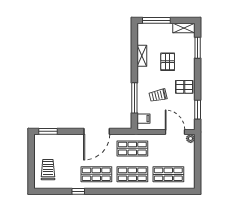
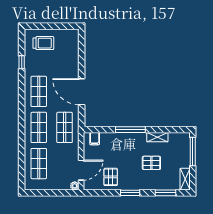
pallet: (184, 87) -> (111, 177), moved
trolley: (158, 95) -> (118, 153), removed
window: (134, 98) -> (130, 130), moved
window: (198, 110) -> (130, 193), moved
window: (48, 131) -> (82, 43), removed
window: (78, 191) -> (22, 62), moved

